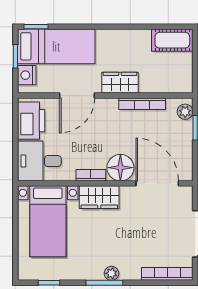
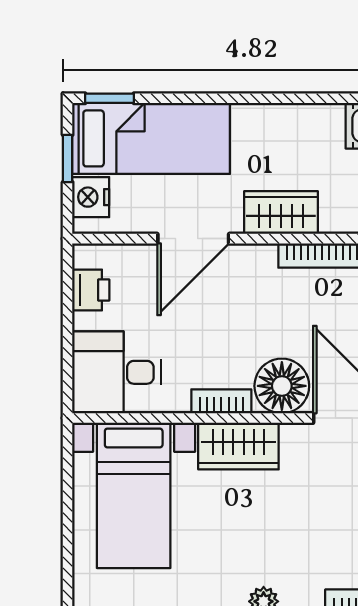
printer: (31, 121) -> (91, 290), width x0.53, depth x0.68

